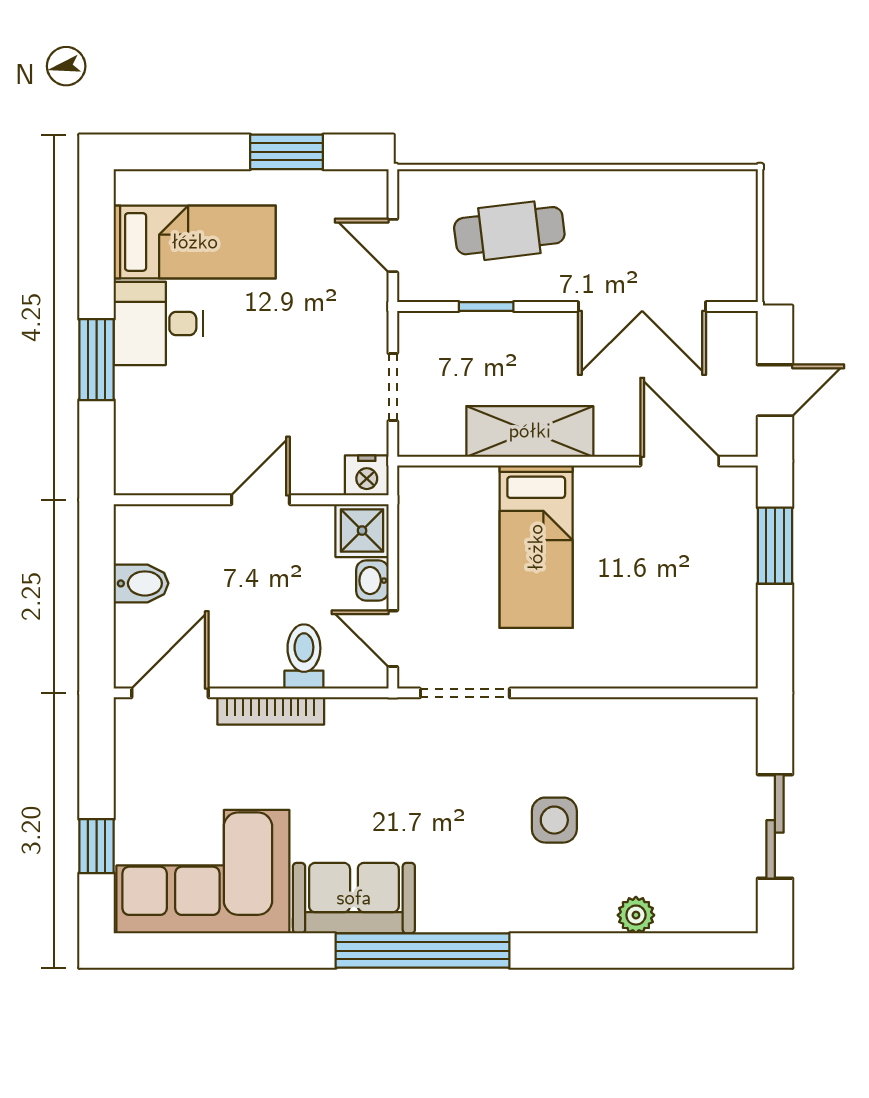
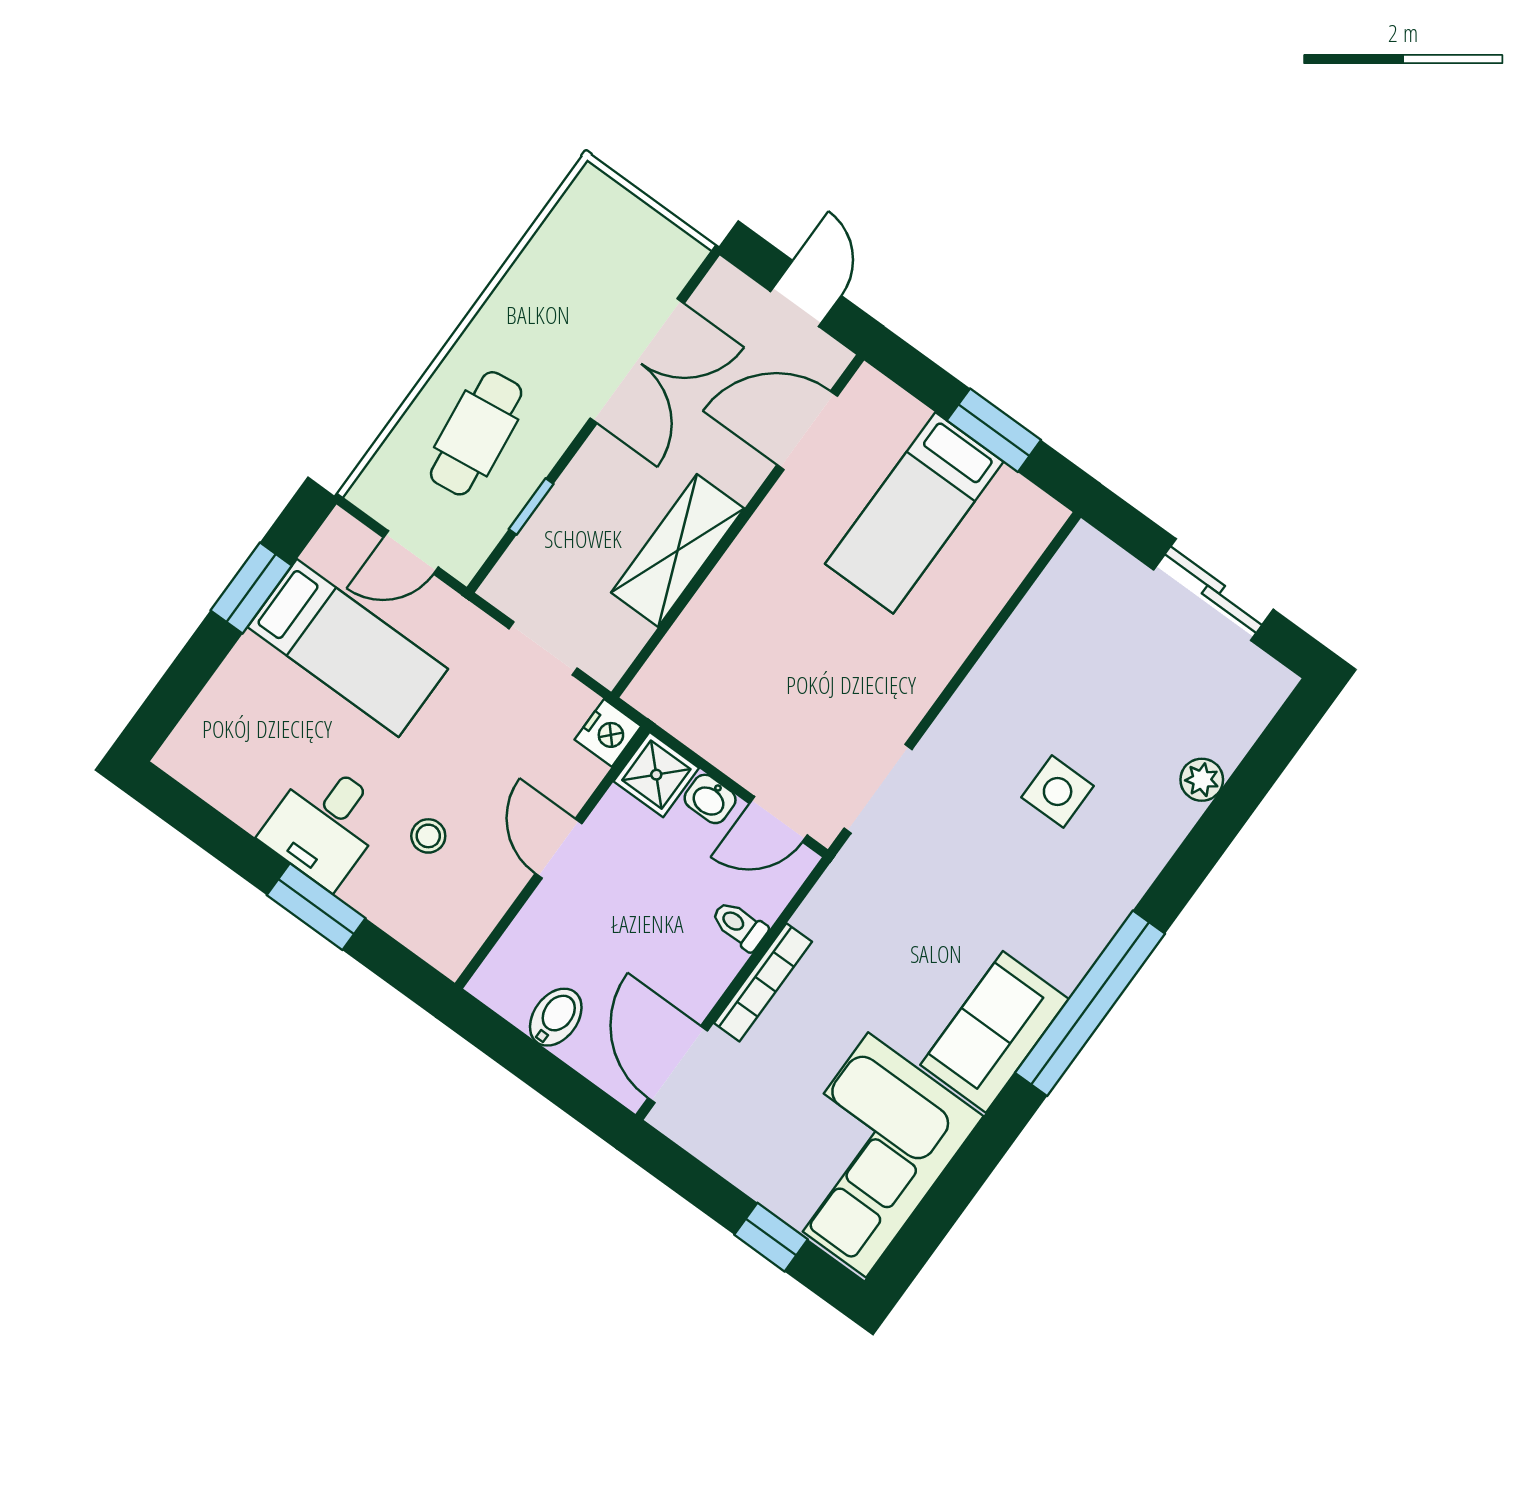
bed: (195, 242) -> (348, 648), moved, turned 90
stool: (203, 402) -> (428, 836), added
window: (775, 546) -> (994, 430), moved
bed: (536, 547) -> (914, 513), moved, turned 90
toilet: (304, 656) -> (739, 925), width x0.73, depth x0.72

